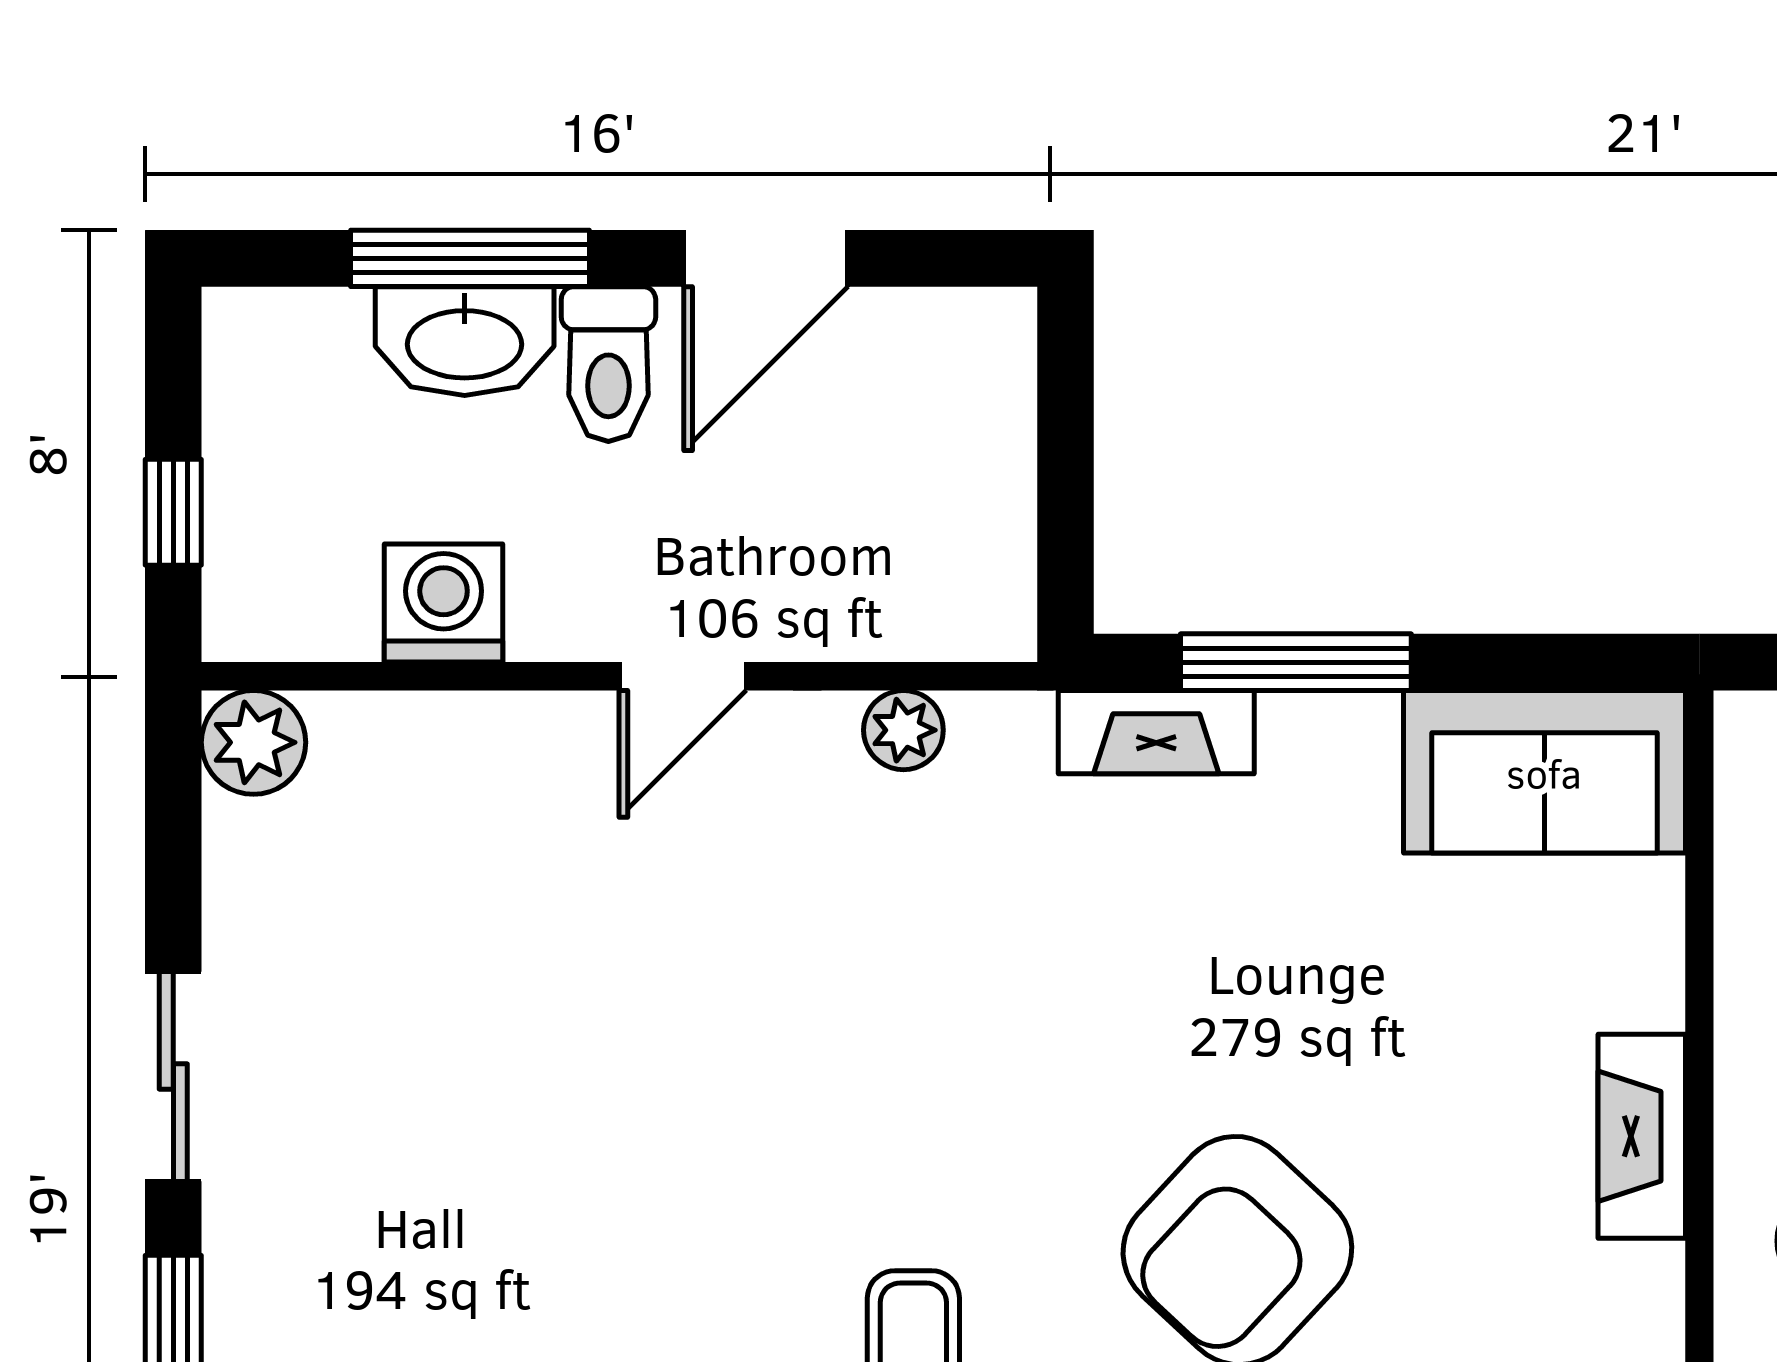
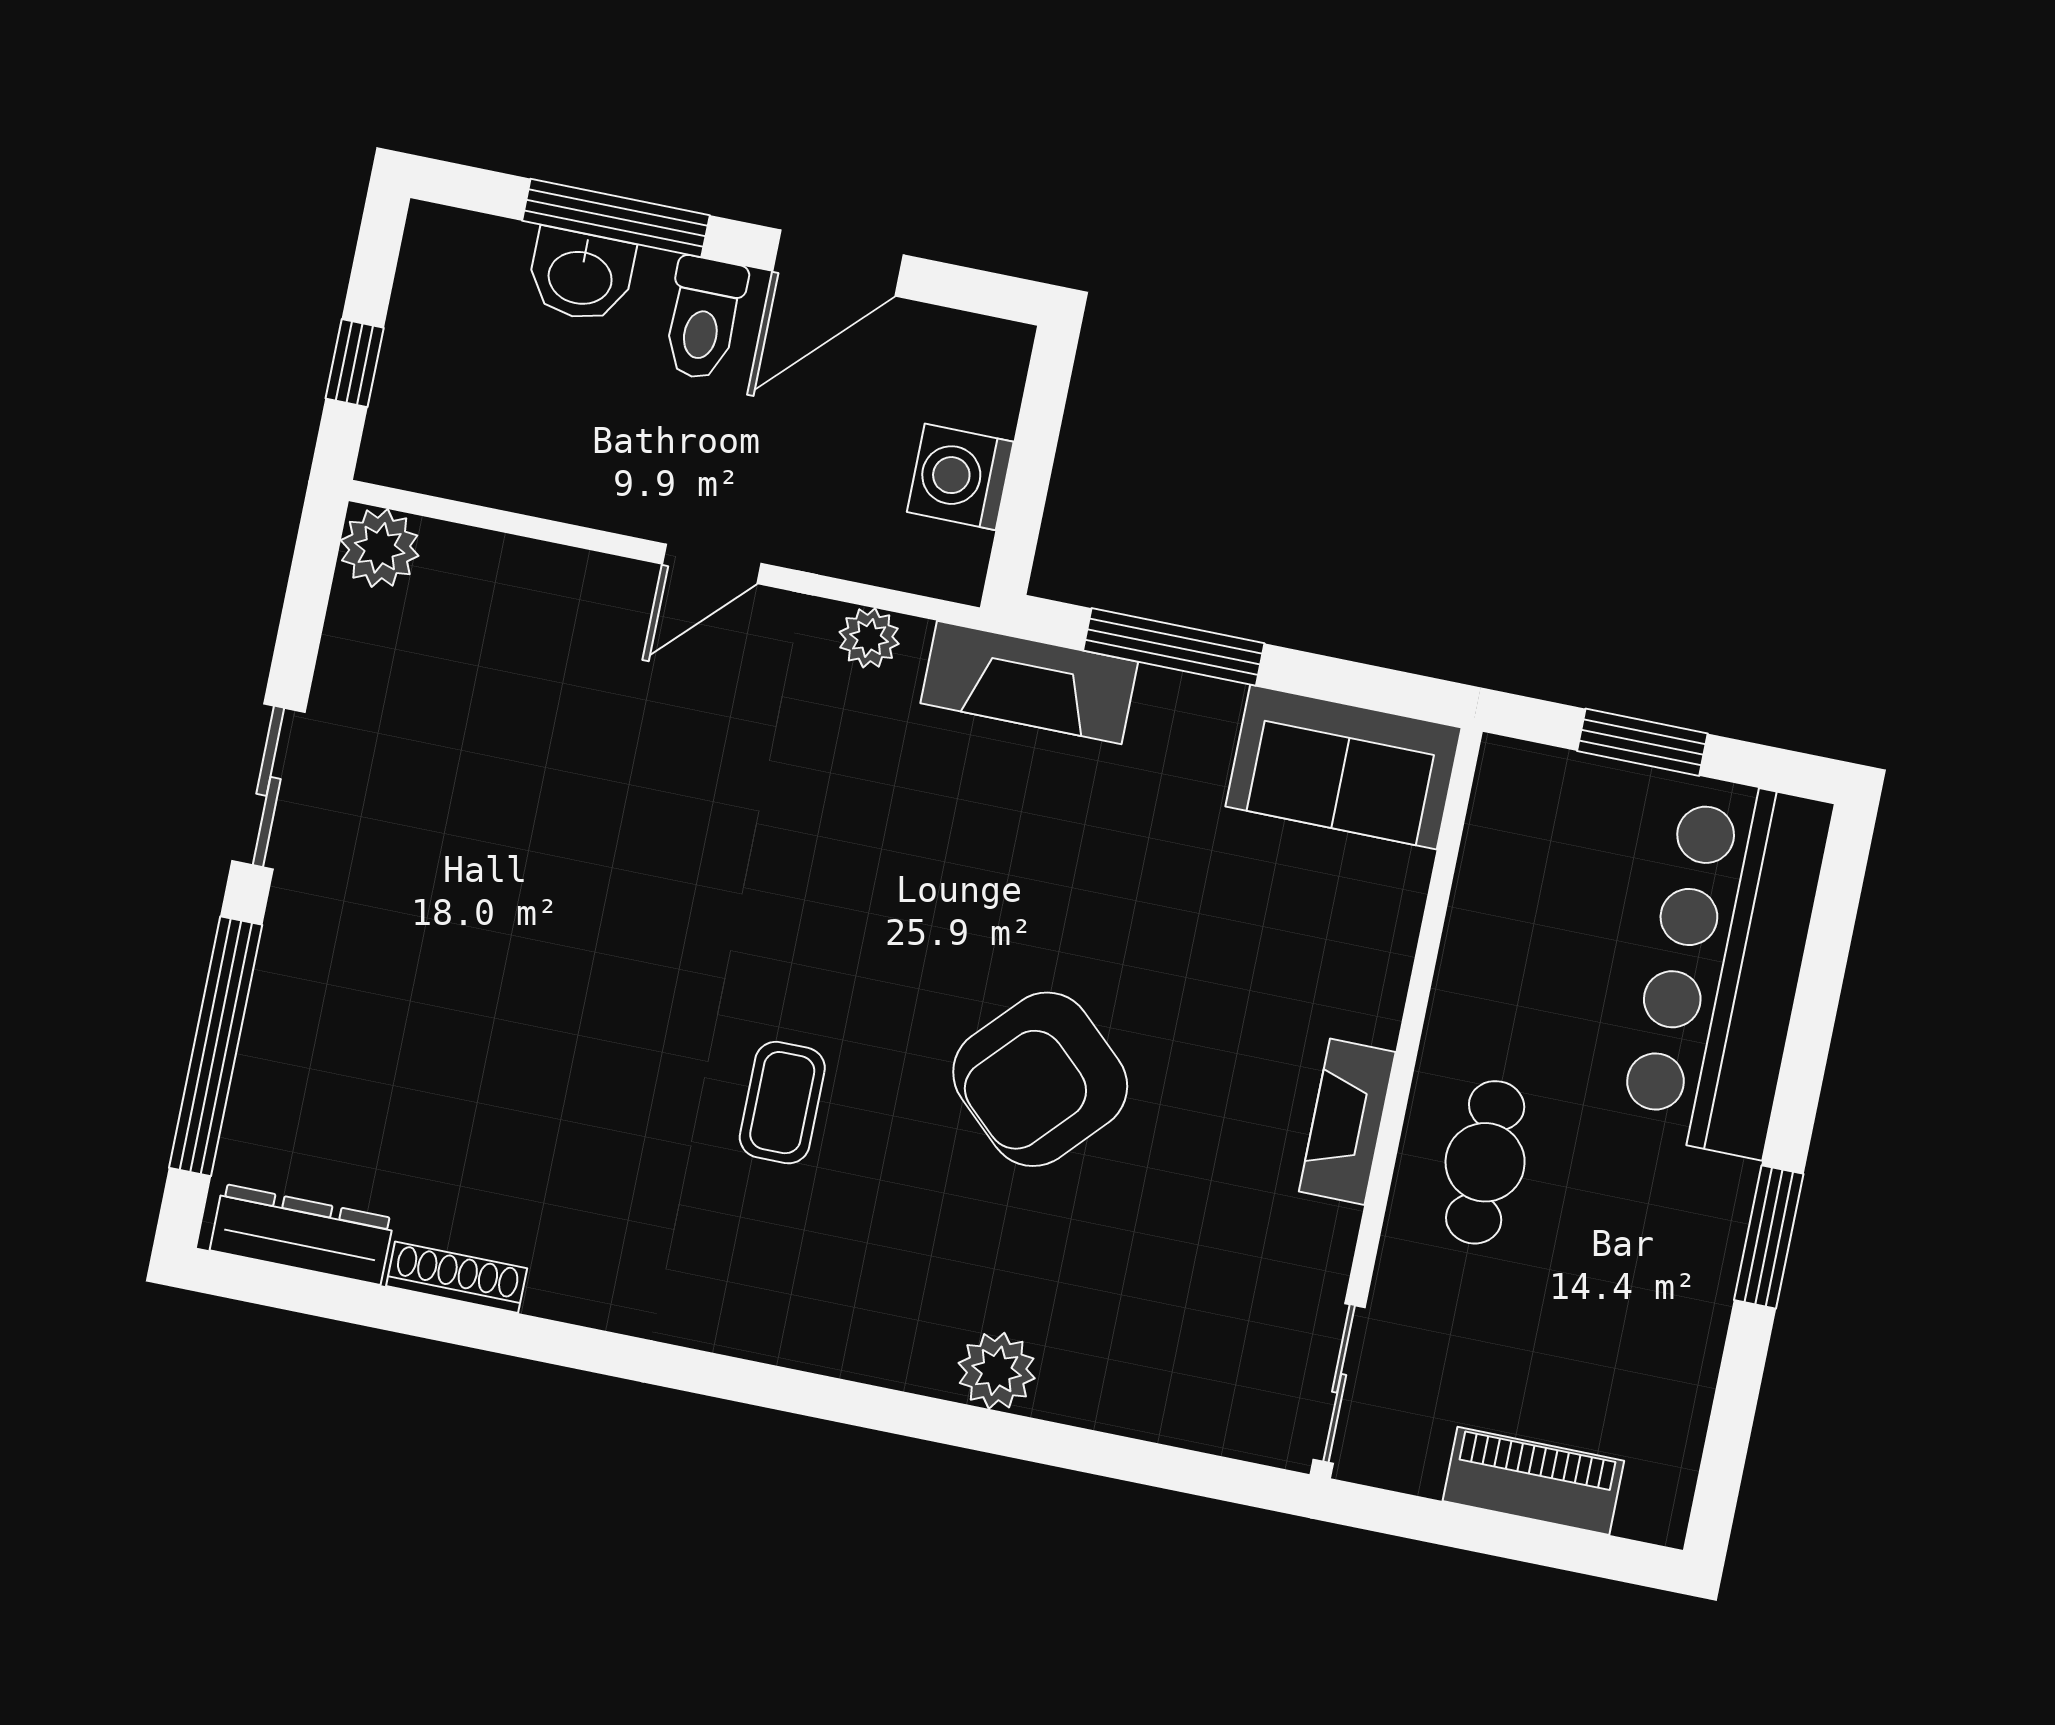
washbasin: (465, 341) -> (581, 275), width x0.72
washing machine: (444, 603) -> (960, 477), moved, turned -90
fireplace: (1156, 732) -> (1029, 683), width x1.37, depth x1.32
fireplace: (1642, 1136) -> (1347, 1122), moved

